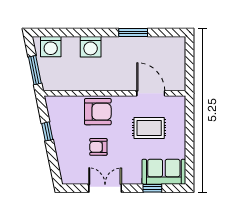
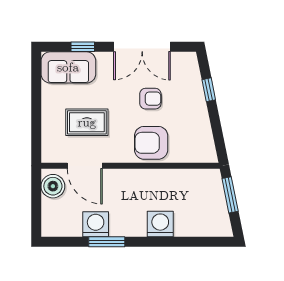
washing machine: (51, 47) -> (96, 224), moved
boiler: (176, 77) -> (53, 186), added
window: (47, 131) -> (209, 90), moved
double door: (105, 188) -> (142, 47), width x1.37

